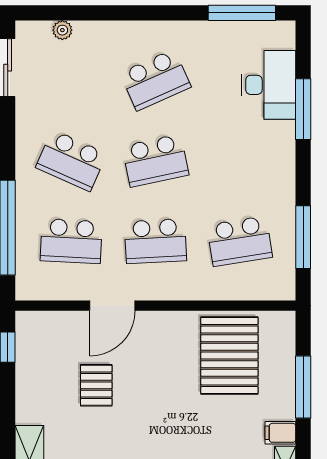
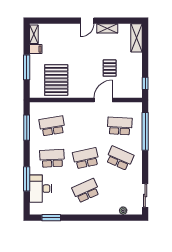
window: (242, 13) -> (51, 218), width x0.69
school desk: (155, 241) -> (52, 158), moved

